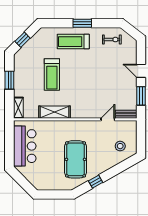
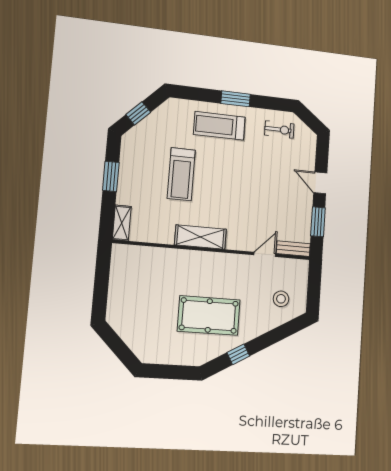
shelving: (54, 112) -> (200, 237), moved
bar counter: (25, 146) -> (127, 287), removed
pool table: (76, 159) -> (209, 315), turned 90

